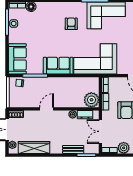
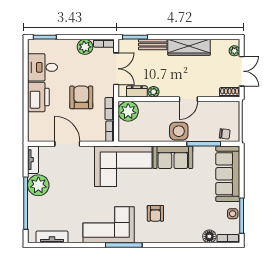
sofa: (17, 59) -> (228, 174), width x1.36
side table: (54, 85) -> (179, 131), added
wardrobe: (34, 147) -> (189, 47), moved

